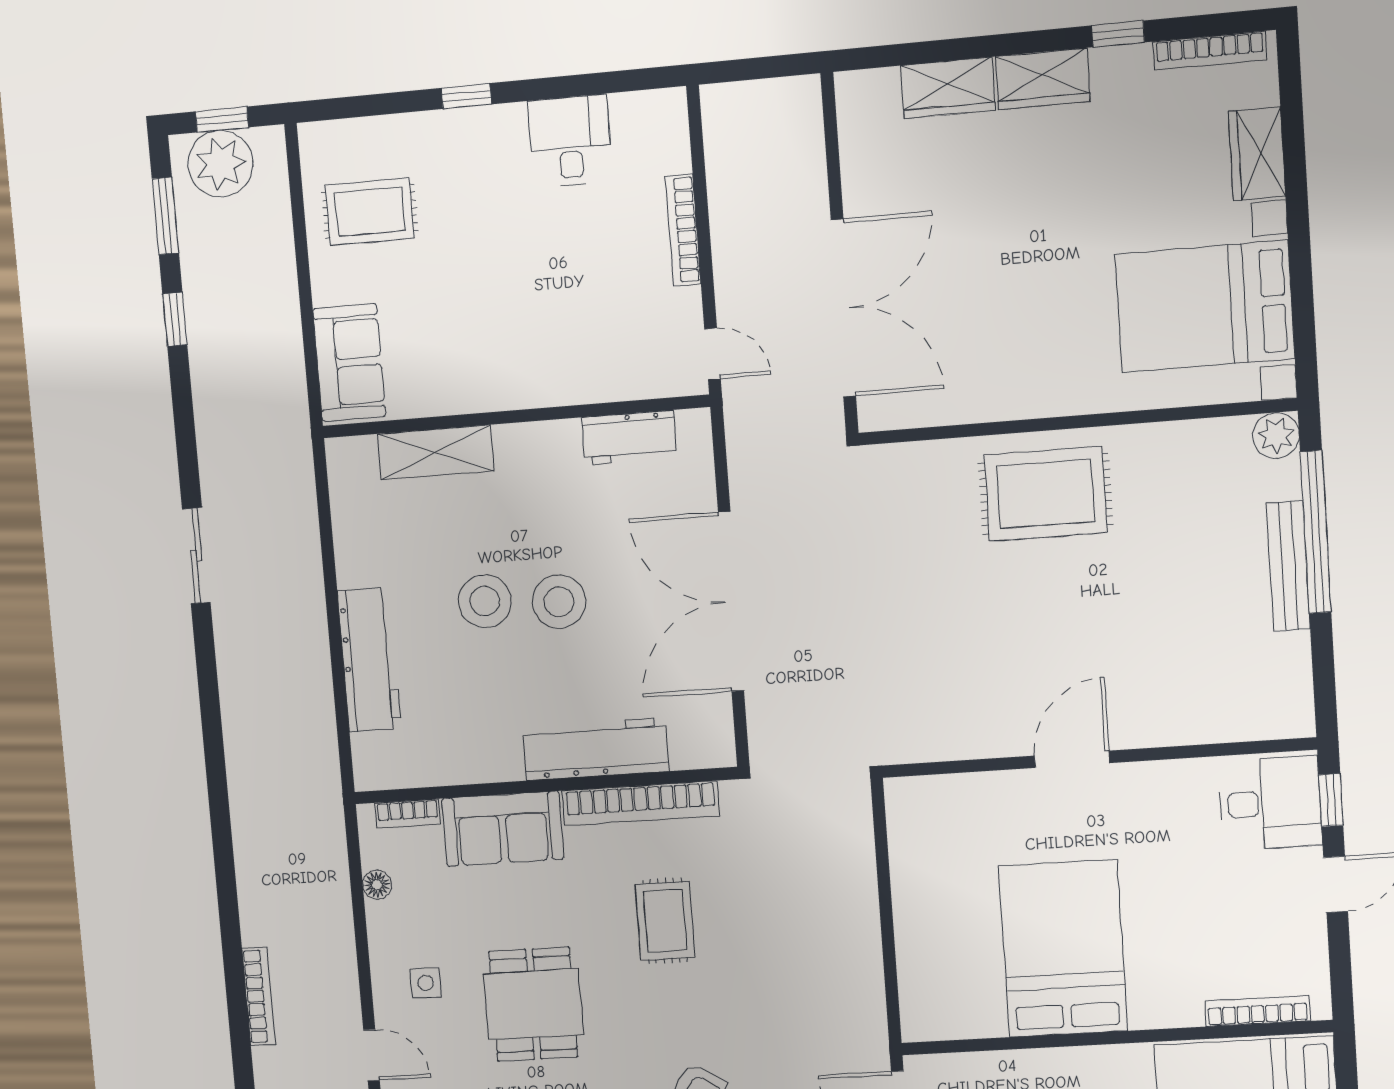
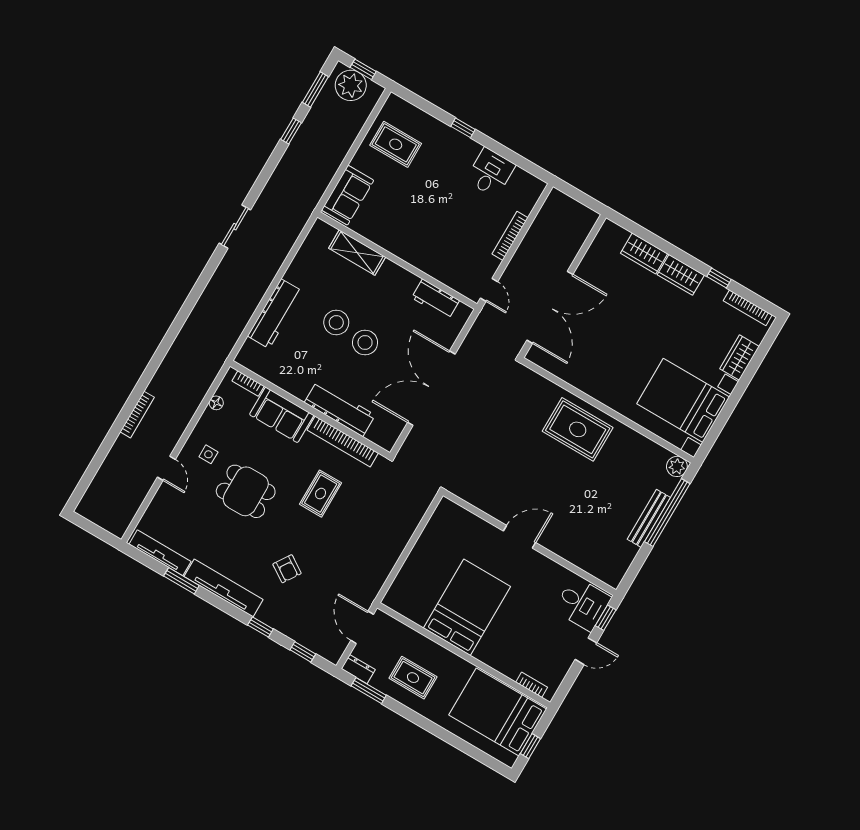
dining table: (533, 1004) -> (246, 491), turned 90
bookcase: (1258, 1011) -> (532, 685), width x0.64

